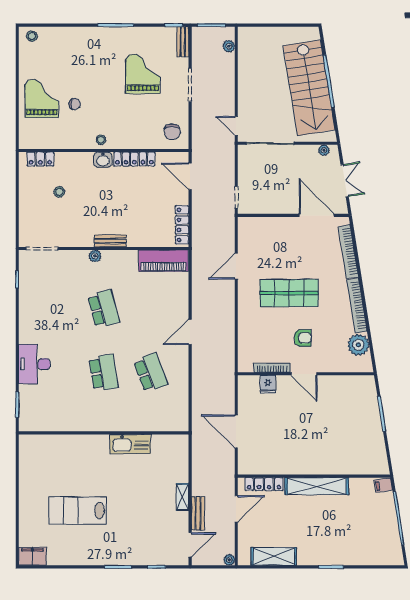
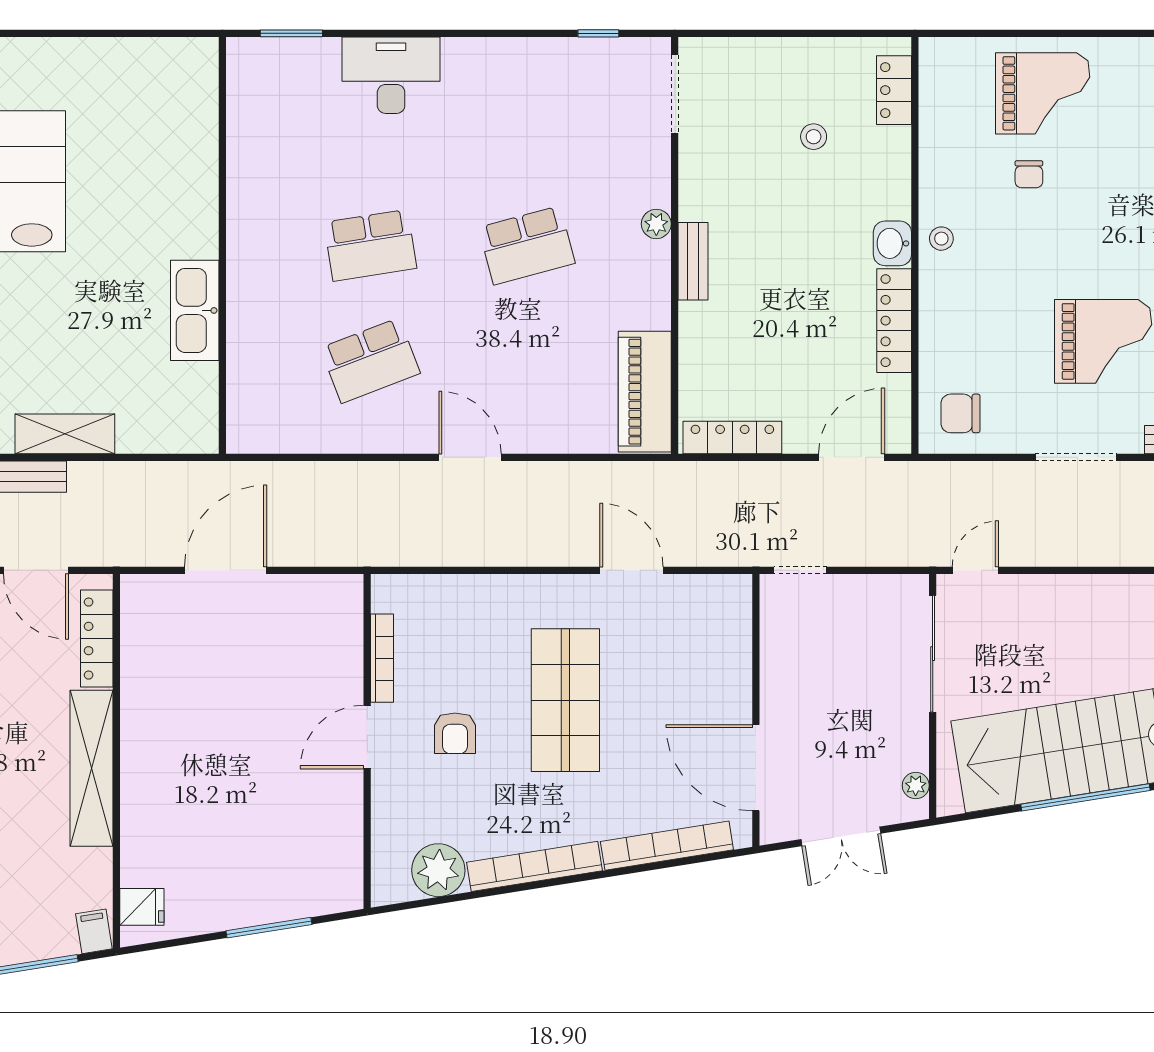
door: (317, 215) -> (756, 768), swing flipped
fridge: (268, 384) -> (142, 907), moved, turned 180
shelving: (183, 497) -> (65, 434), width x1.50, depth x1.33

